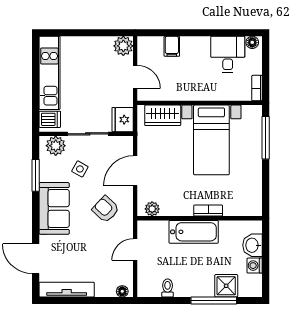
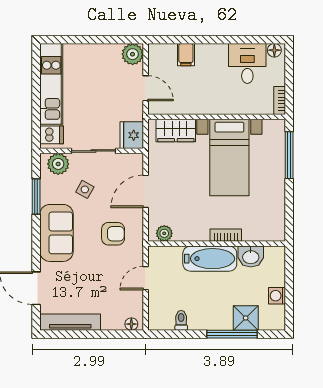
armchair: (106, 209) -> (113, 234), turned 137
washbasin: (253, 245) -> (251, 257), moved, turned -90

